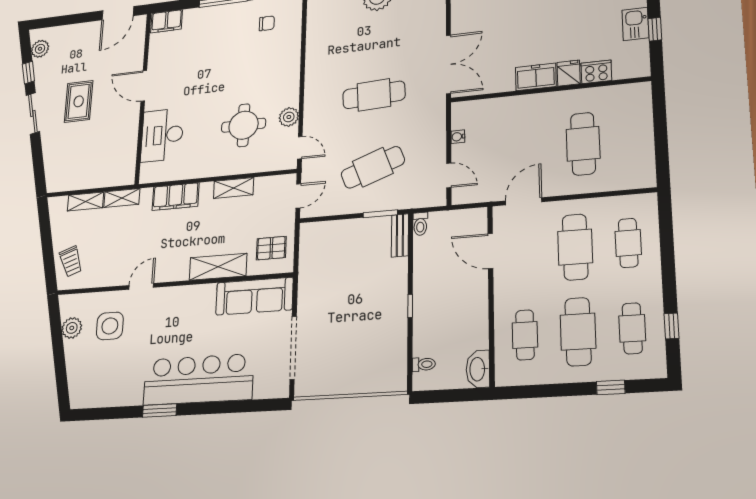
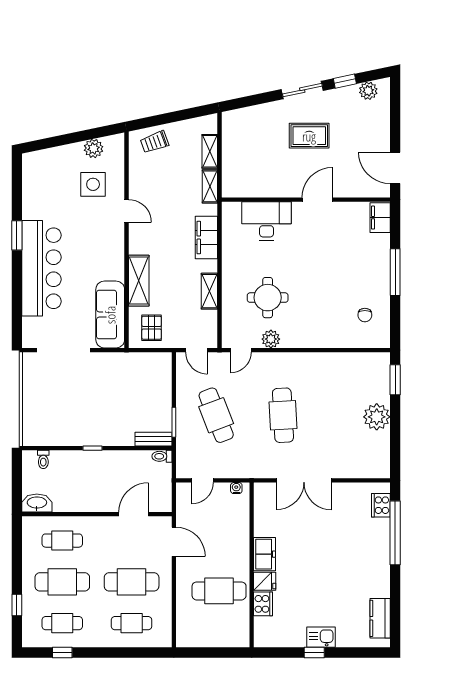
cooker: (596, 72) -> (263, 604), moved
fridge: (569, 73) -> (265, 581), moved
freezer: (536, 77) -> (265, 554), moved
wall: (549, 90) -> (252, 565), moved

